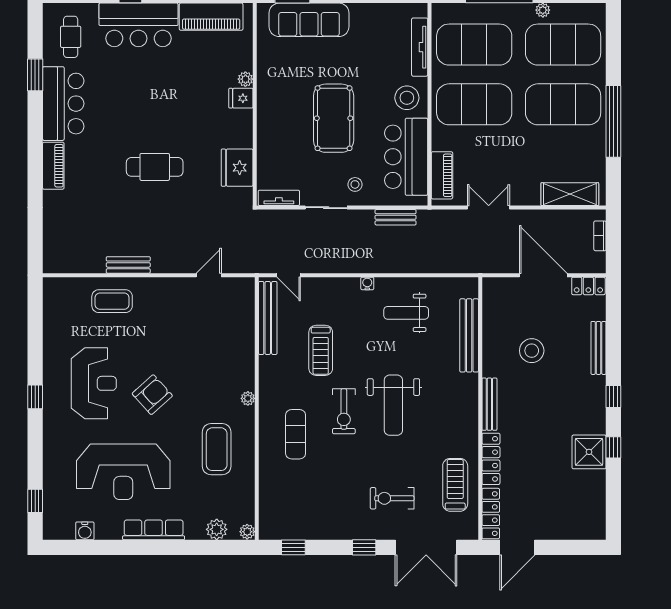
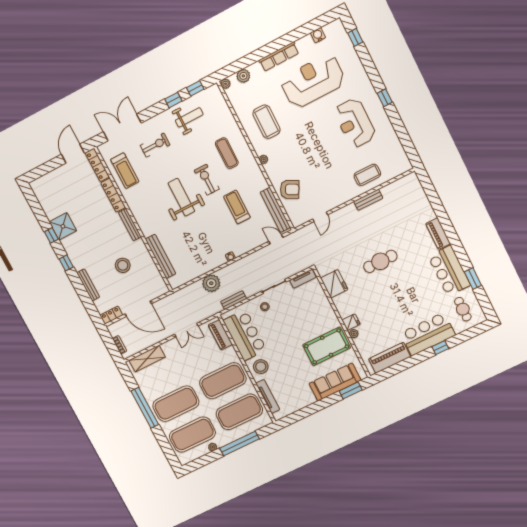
pool table: (334, 118) -> (327, 346), moved, turned 90
plant: (415, 259) -> (211, 283), added
weight bench: (406, 313) -> (189, 117), moved
armchair: (152, 395) -> (290, 189), moved, turned -110
window: (364, 547) -> (173, 100), moved

